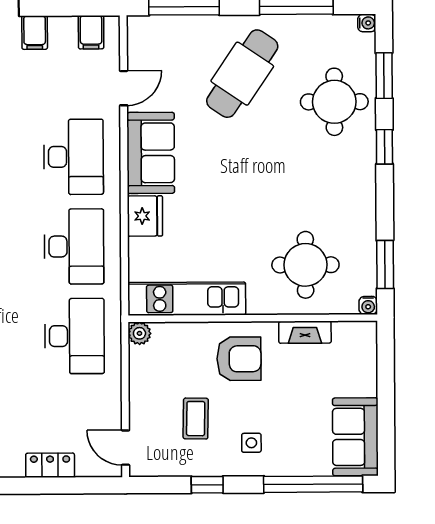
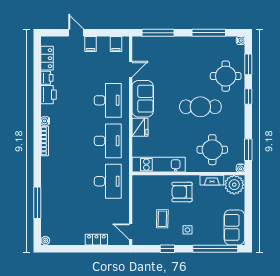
cafe table: (242, 74) -> (200, 107), moved, turned 56
plant: (139, 333) -> (234, 185), moved, width x1.87, depth x1.87
armchair: (239, 359) -> (182, 192), turned 180

